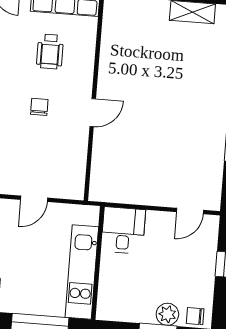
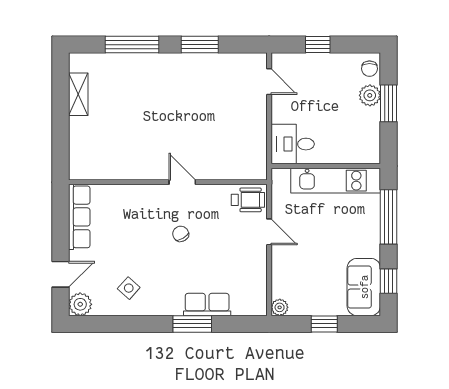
wheelchair: (50, 52) -> (248, 200), moved
chair: (39, 107) -> (181, 234), turned 60

